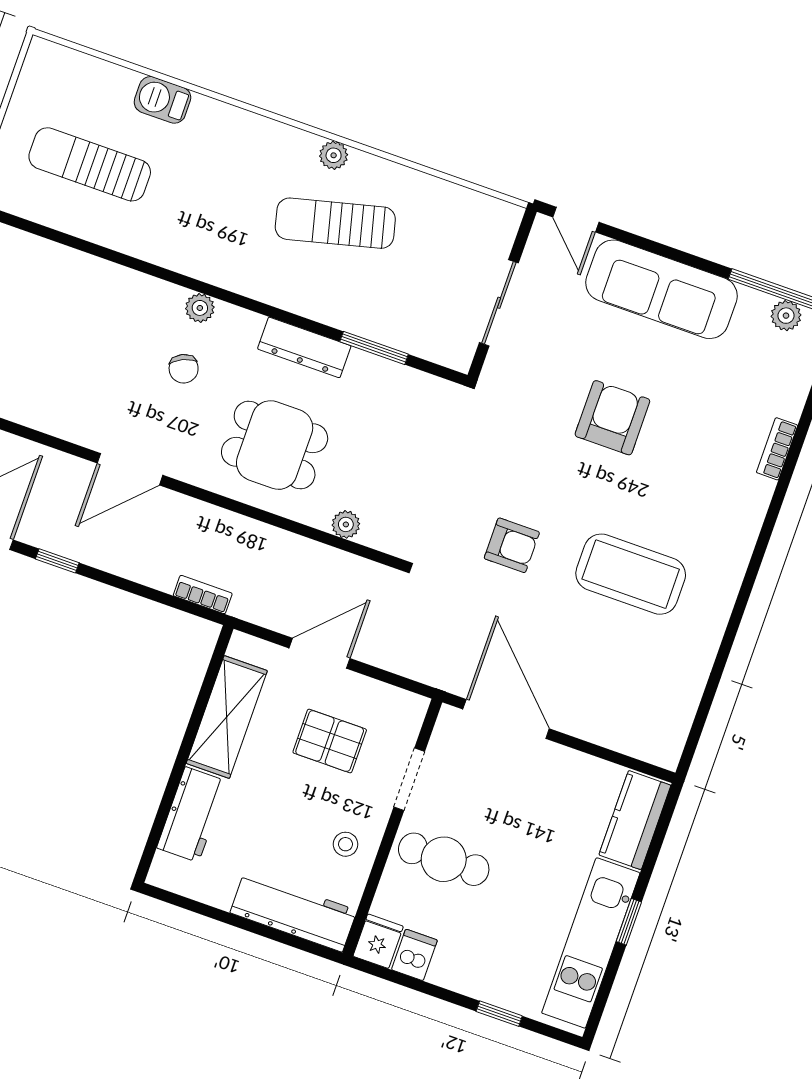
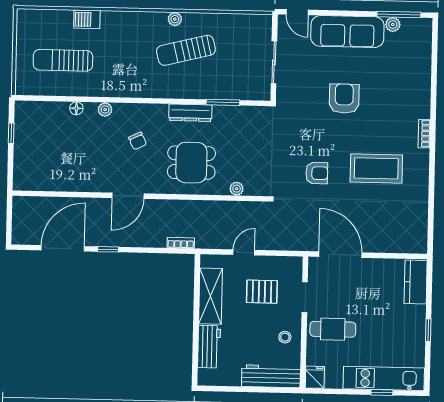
floor lamp: (85, 266) -> (76, 108), added
plant: (200, 308) -> (105, 110), moved
plant: (786, 316) -> (393, 24), moved
bookcase: (777, 449) -> (424, 134), moved
door: (319, 653) -> (244, 252), width x0.73
kitchen unit: (591, 943) -> (384, 378), moved, turned 90
dishwasher: (414, 955) -> (334, 378), removed

